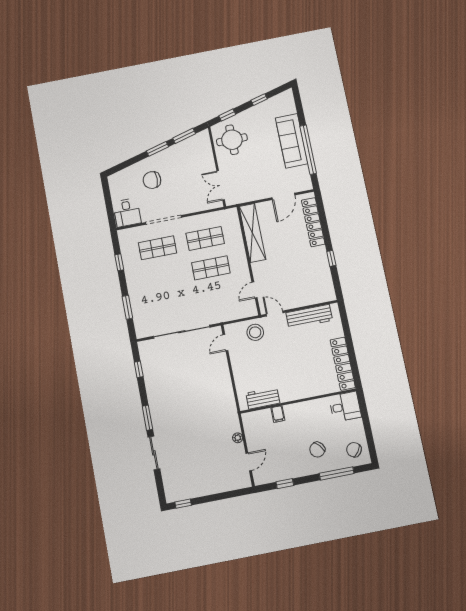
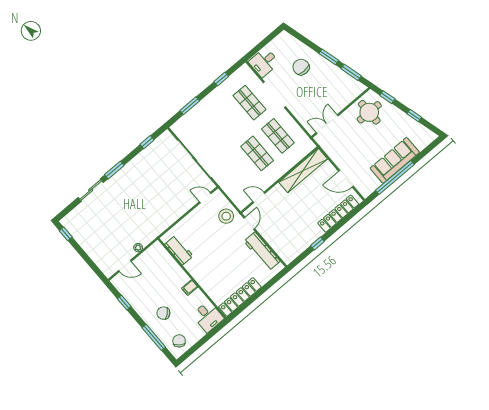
filing cabinet: (278, 414) -> (190, 288), moved

